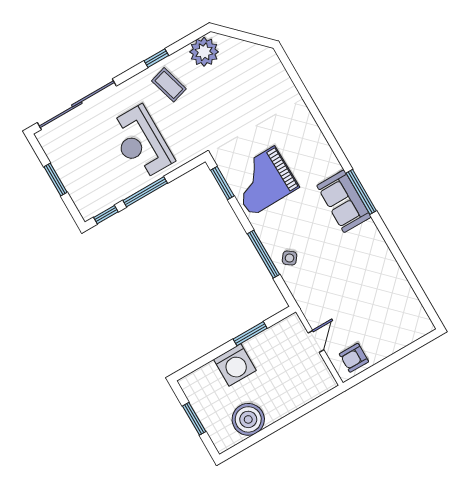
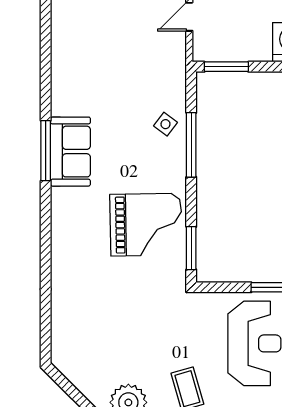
window: (250, 334) -> (226, 67), moved

